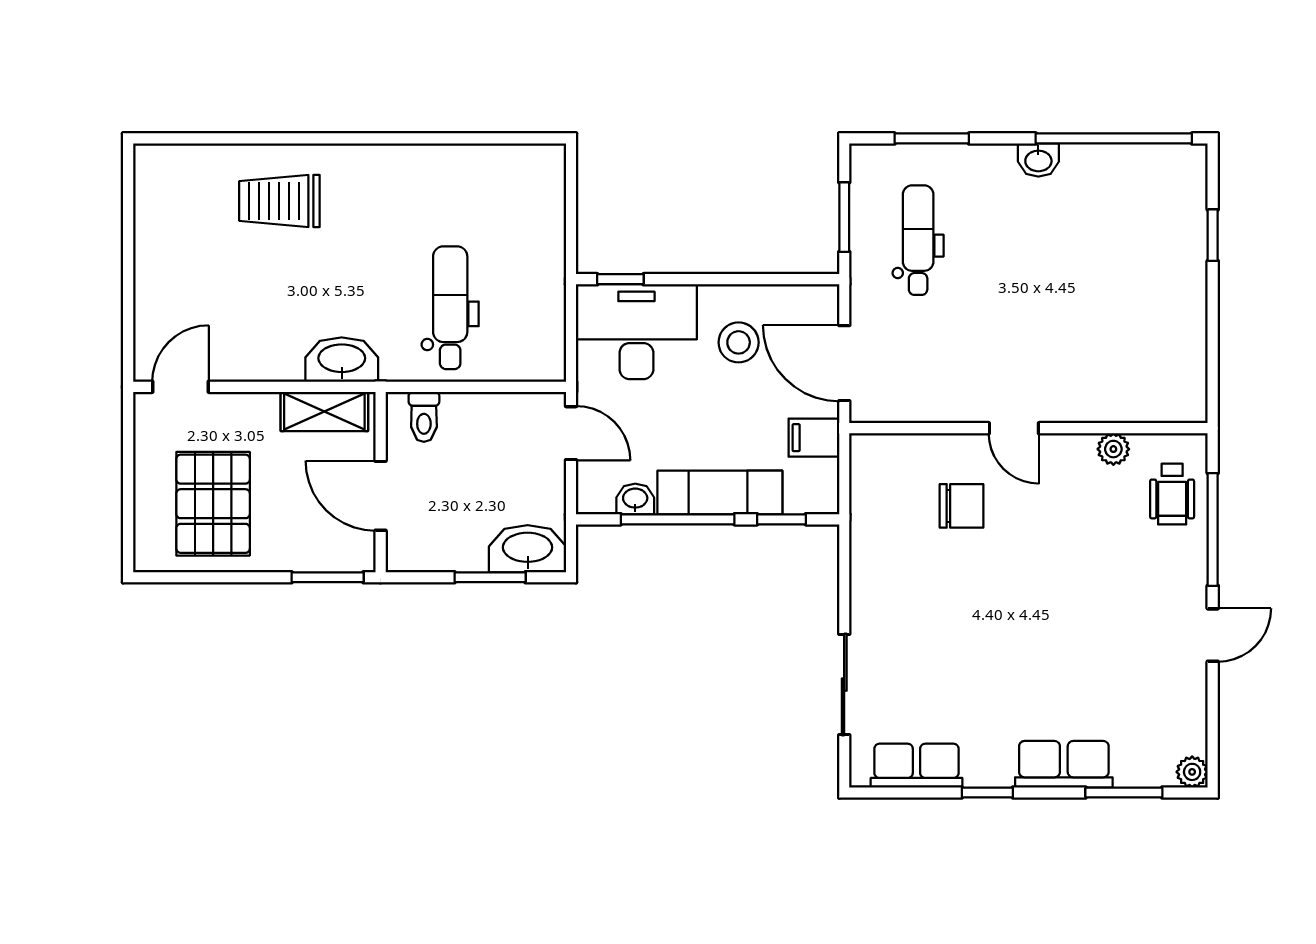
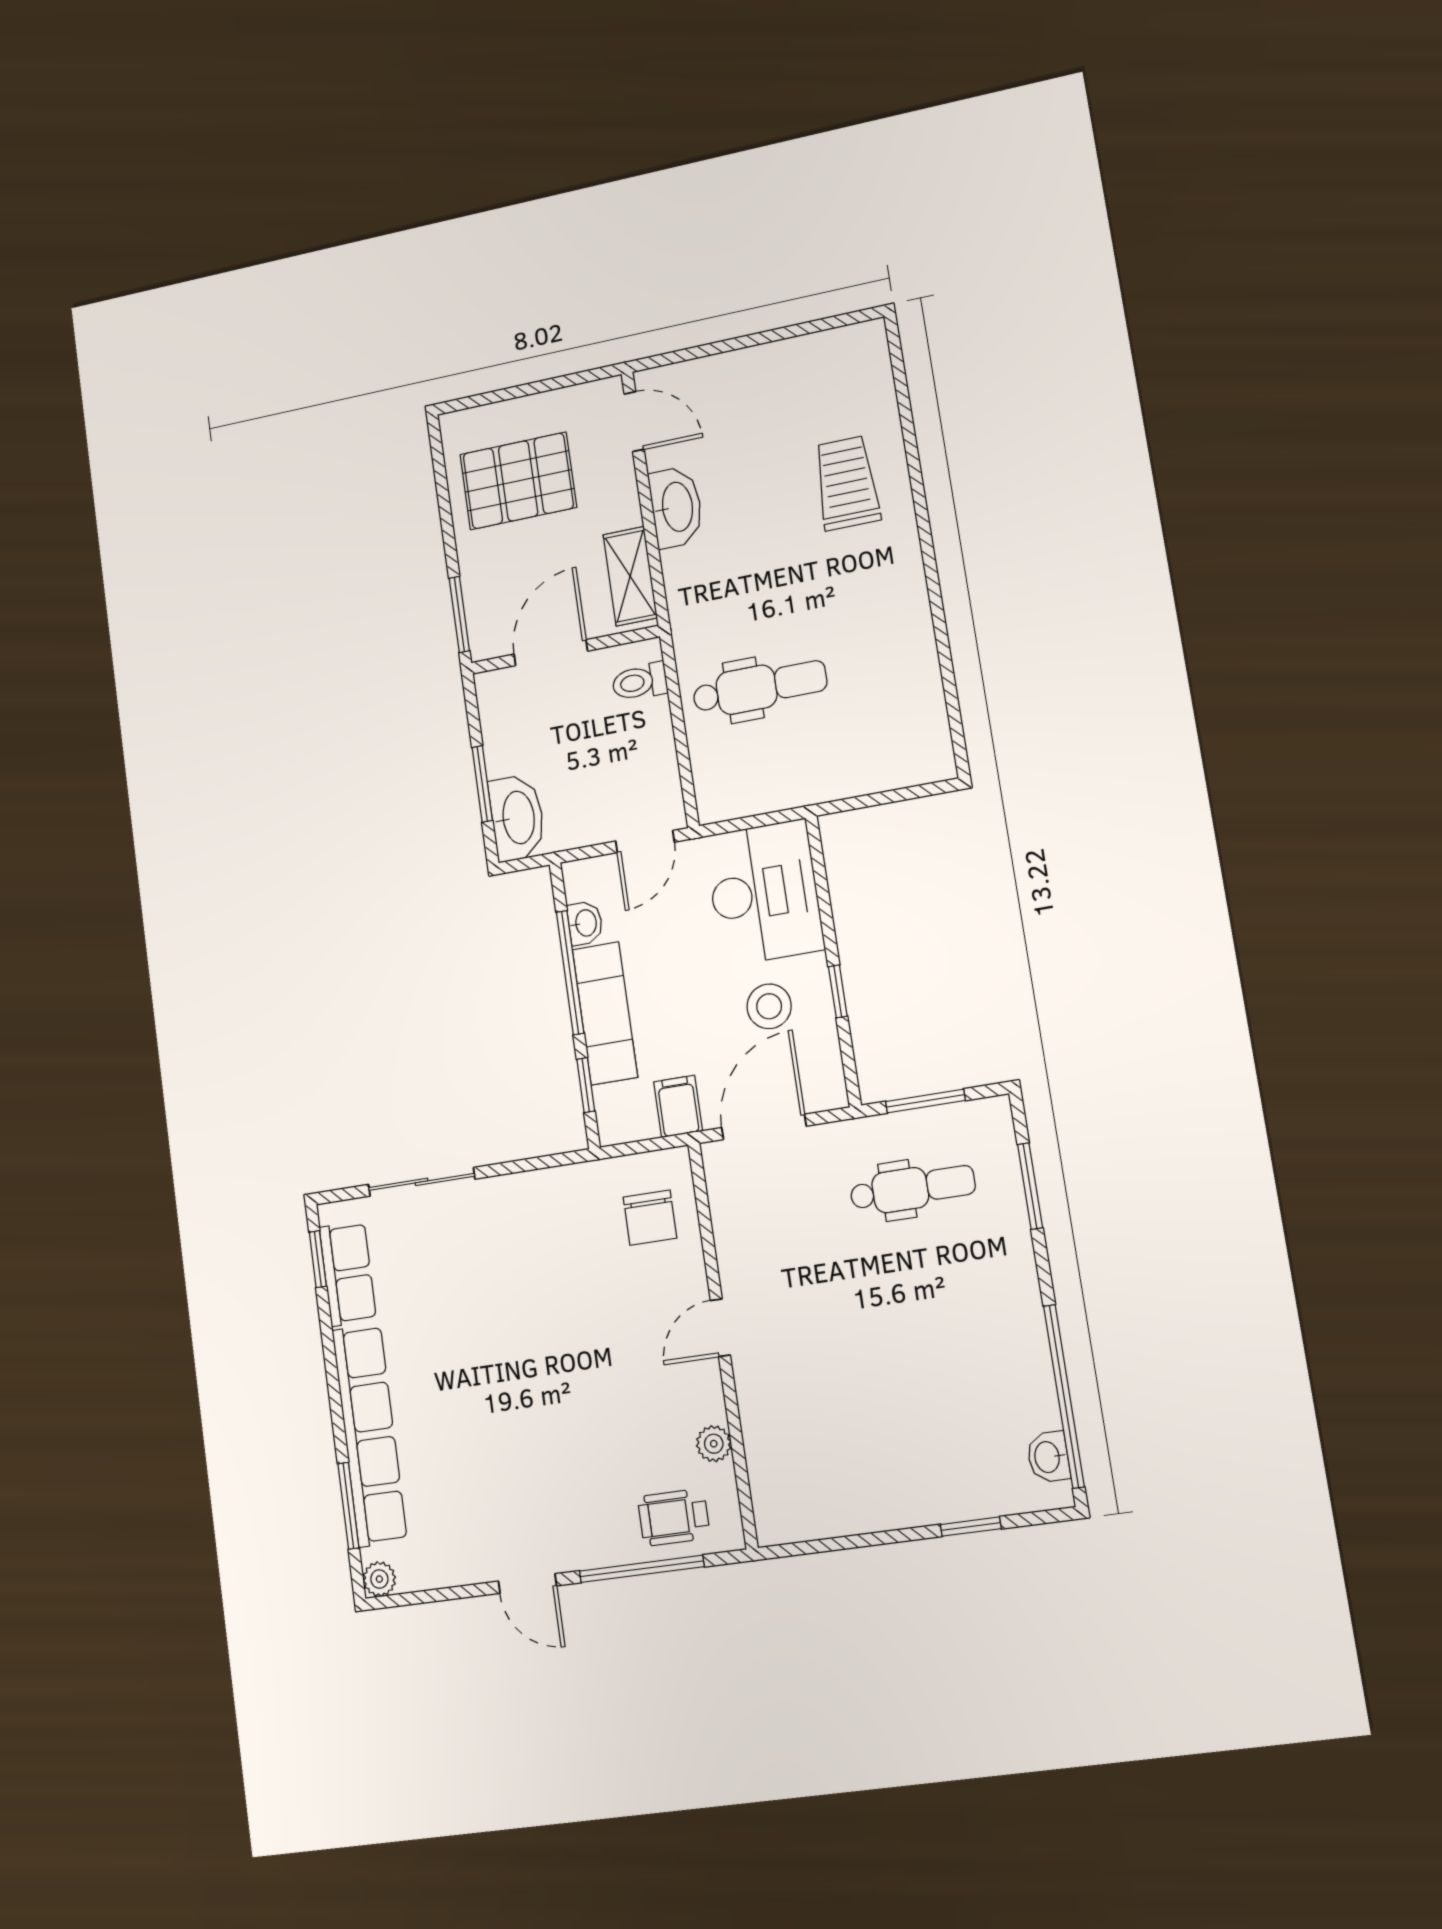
washbasin: (1038, 160) -> (1048, 1457), moved
window: (620, 279) -> (838, 991), moved
washbasin: (342, 360) -> (676, 507), moved
chair: (962, 506) -> (650, 1218), moved
row of seats: (1064, 764) -> (369, 1435), width x2.02
window: (987, 793) -> (318, 1259), moved

